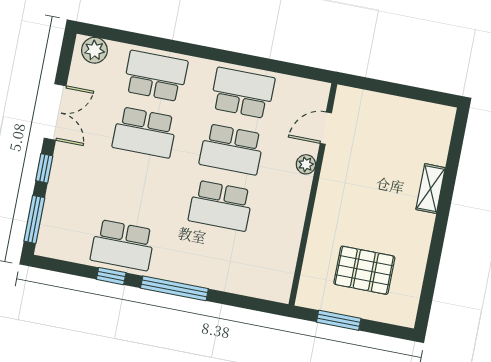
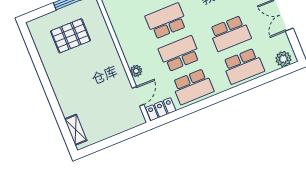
locker: (306, 90) -> (161, 109), added
school desk: (145, 132) -> (230, 33), turned 180
shelving: (431, 189) -> (76, 130), moved

